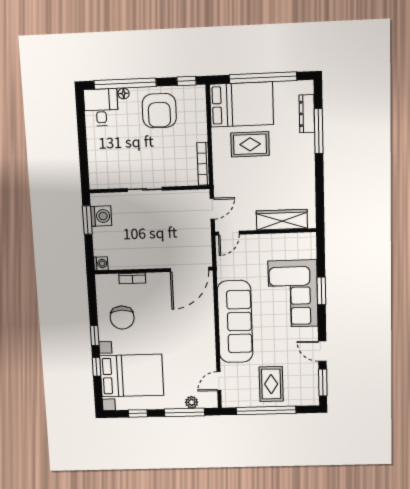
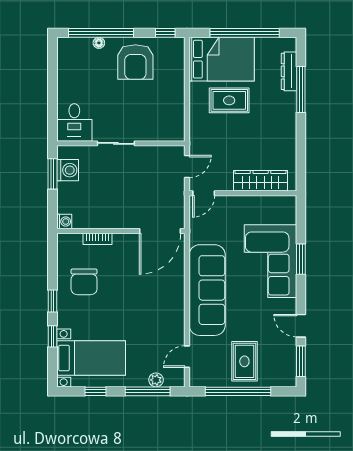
desk: (101, 107) -> (74, 122), moved, turned 180
bookcase: (203, 164) -> (179, 119), removed
bed with nightstands: (132, 376) -> (91, 358), width x0.73

